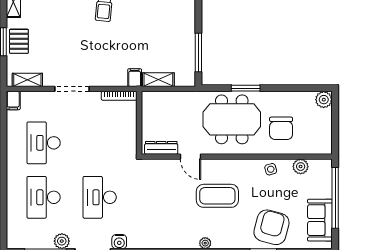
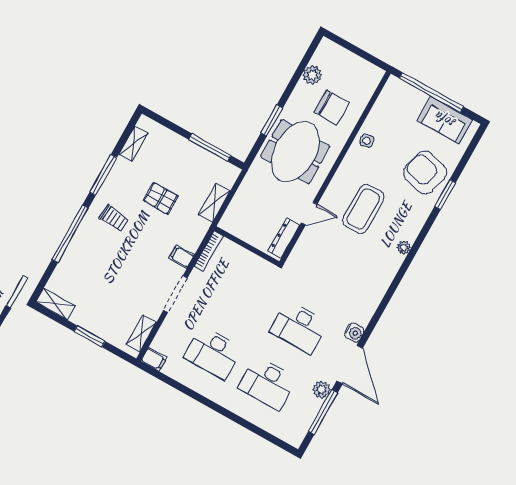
pallet: (19, 41) -> (161, 198), moved
filing cabinet: (135, 78) -> (181, 257), moved
plant: (324, 100) -> (312, 75), moved
plant: (301, 167) -> (381, 109), removed

